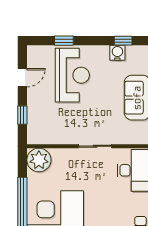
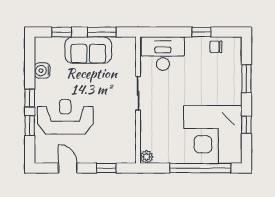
window: (123, 41) -> (30, 98), moved
plant: (39, 160) -> (147, 157), width x0.53, depth x0.53

